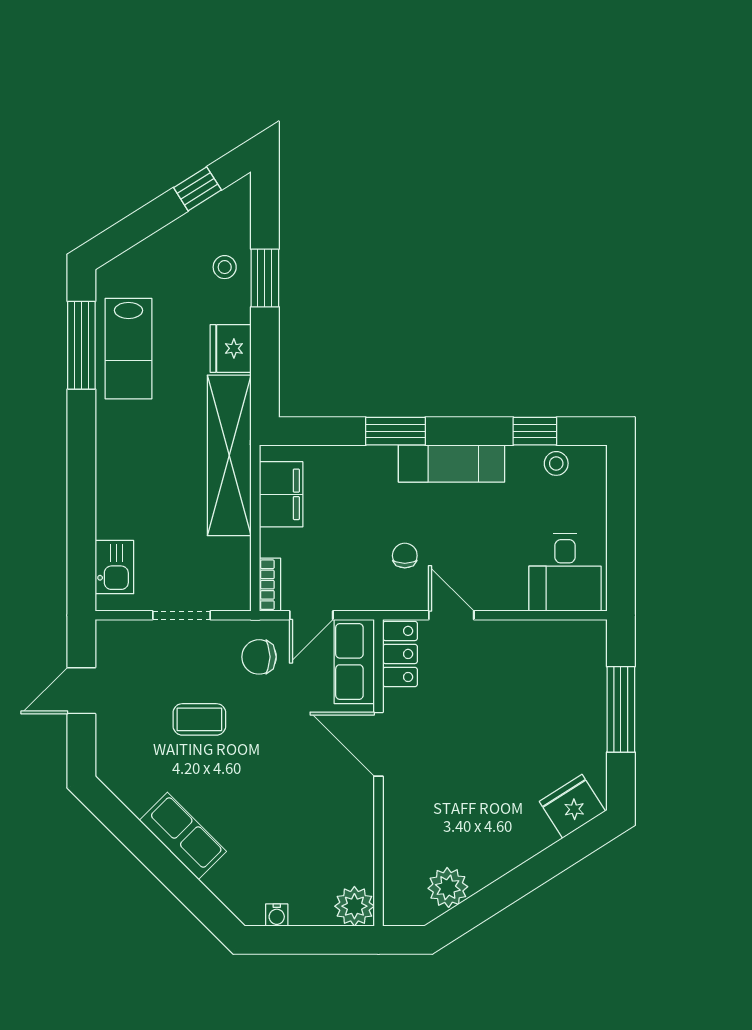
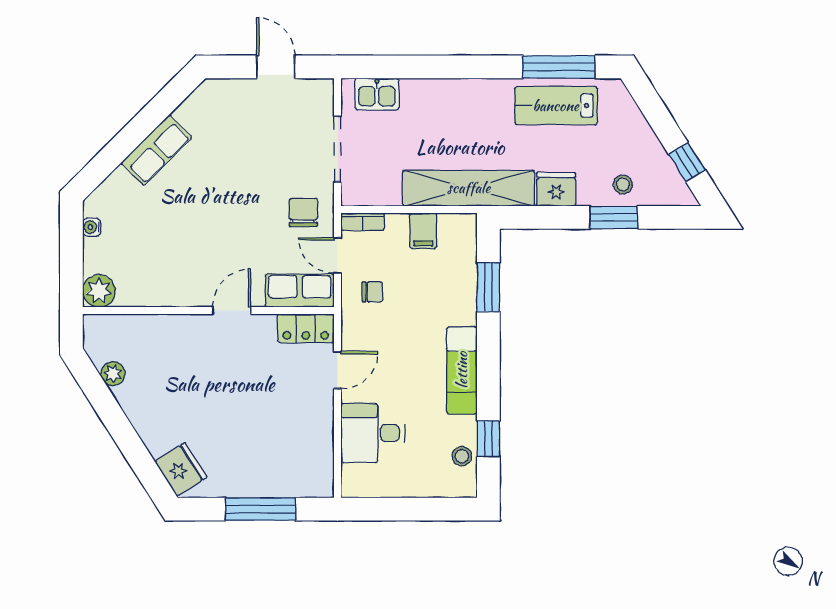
window: (396, 431) -> (488, 287), moved
filing cabinet: (281, 494) -> (423, 231), width x0.50
chair: (405, 556) -> (372, 292), moved
desk: (565, 572) -> (373, 433), moved
doorway: (181, 615) -> (337, 149), width x1.38
coffee table: (199, 719) -> (252, 164), removed
door: (378, 744) -> (232, 311), width x0.73
plant: (448, 887) -> (113, 374), width x0.73, depth x0.73

